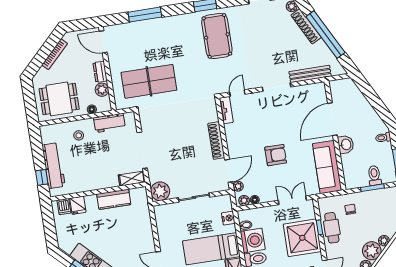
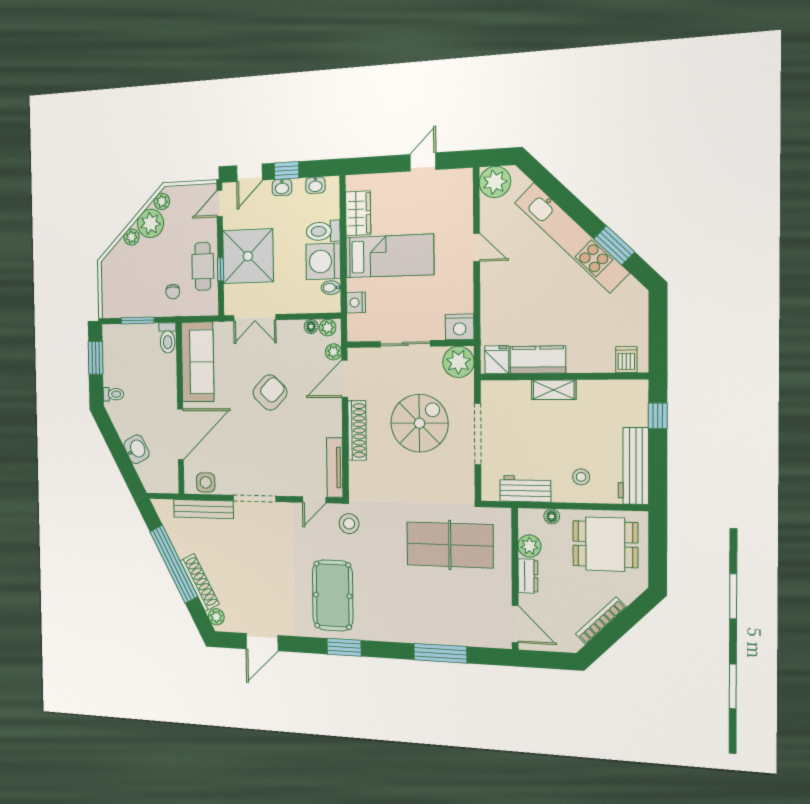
stool: (213, 82) -> (349, 524), added
side table: (311, 91) -> (206, 482), added
tv unit: (226, 110) -> (335, 467), width x1.41
washbasin: (346, 145) -> (136, 449), moved, turned 152
spiral stairs: (178, 151) -> (419, 423), added
armchair: (276, 155) -> (270, 393), turned 134
workbench: (54, 166) -> (633, 466), moved
toilet: (374, 176) -> (168, 338), moved
shelving: (132, 179) -> (554, 390), moved
fridge: (78, 205) -> (497, 360), moved
nightstand: (163, 212) -> (460, 327), added

